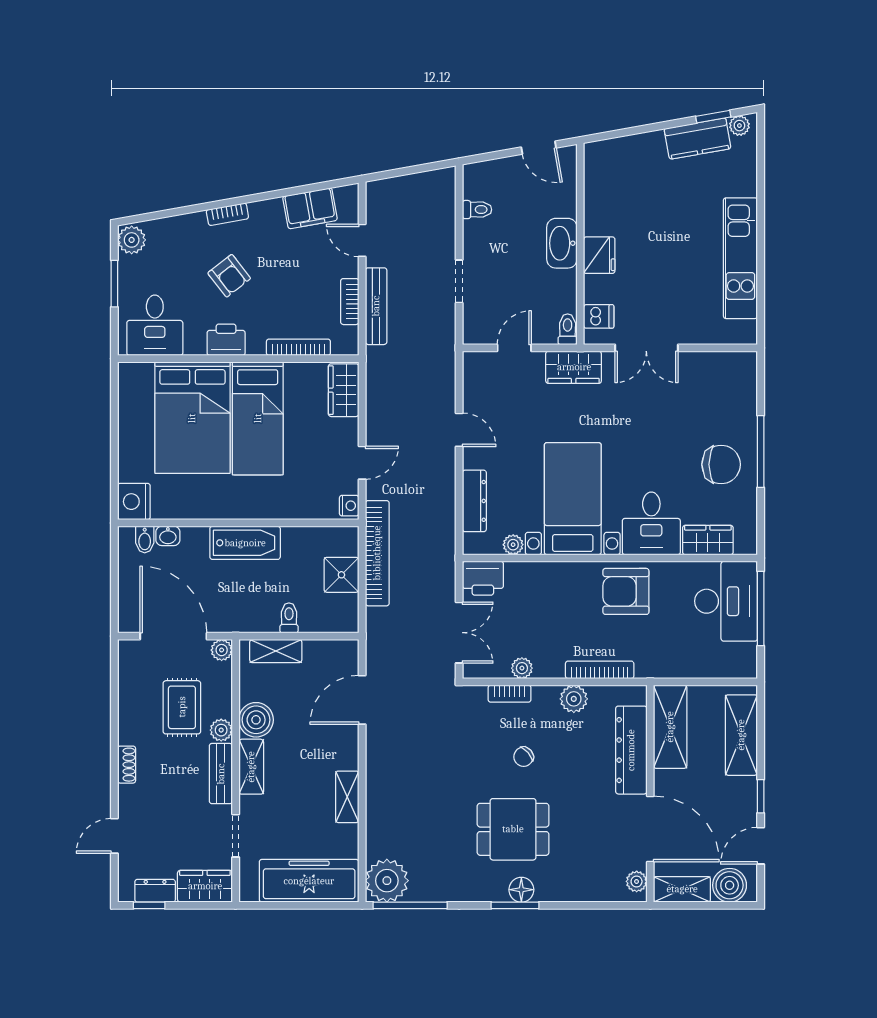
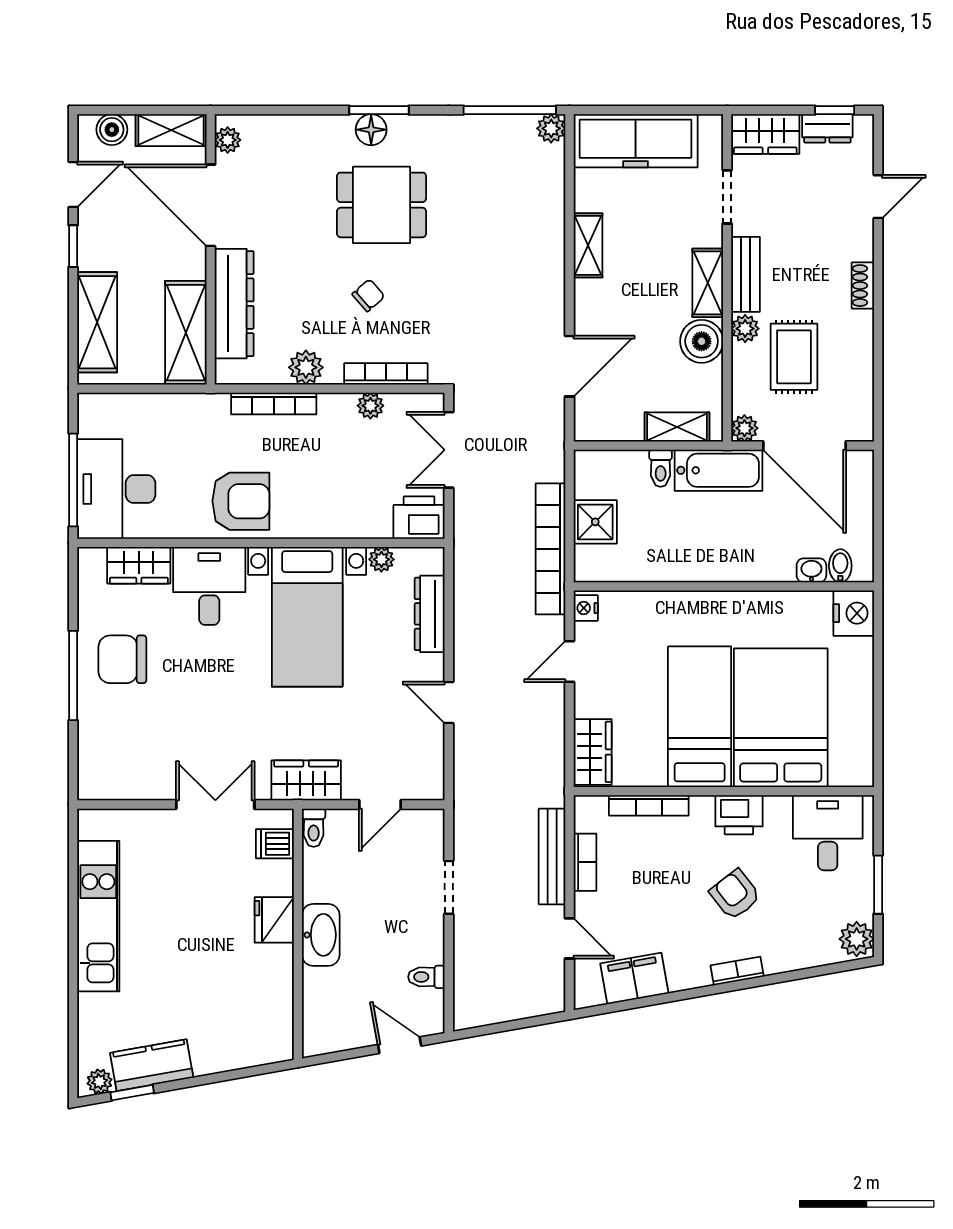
door: (539, 148) -> (400, 1045), moved
bathtub: (245, 543) -> (719, 470), moved, turned 180
bookcase: (510, 694) -> (386, 374), width x1.56
plant: (387, 881) -> (551, 128), width x0.53, depth x0.53
boiler: (730, 885) -> (112, 130), width x0.73, depth x0.73

